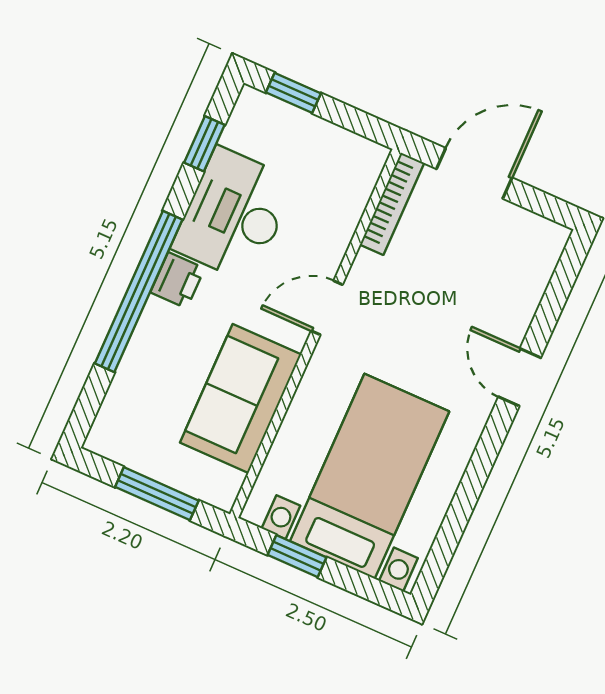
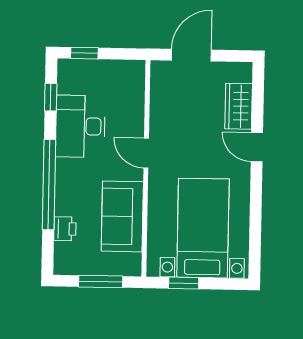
bookcase: (392, 204) -> (157, 88), removed
printer: (177, 280) -> (65, 229), moved
wardrobe: (518, 294) -> (239, 106), added
door: (327, 308) -> (146, 153), hinge flipped

